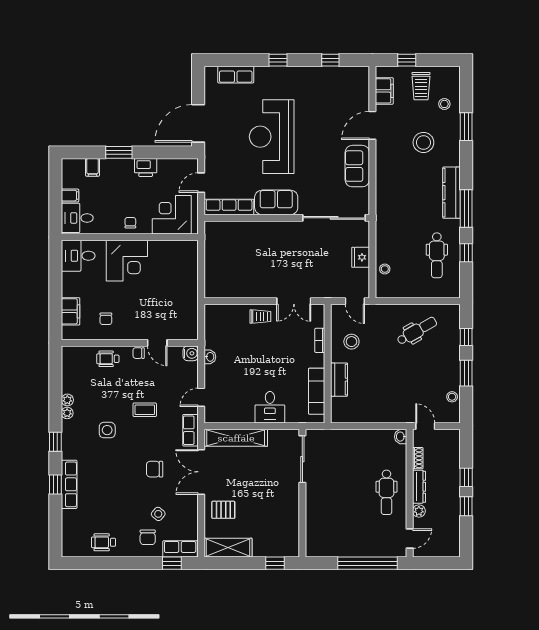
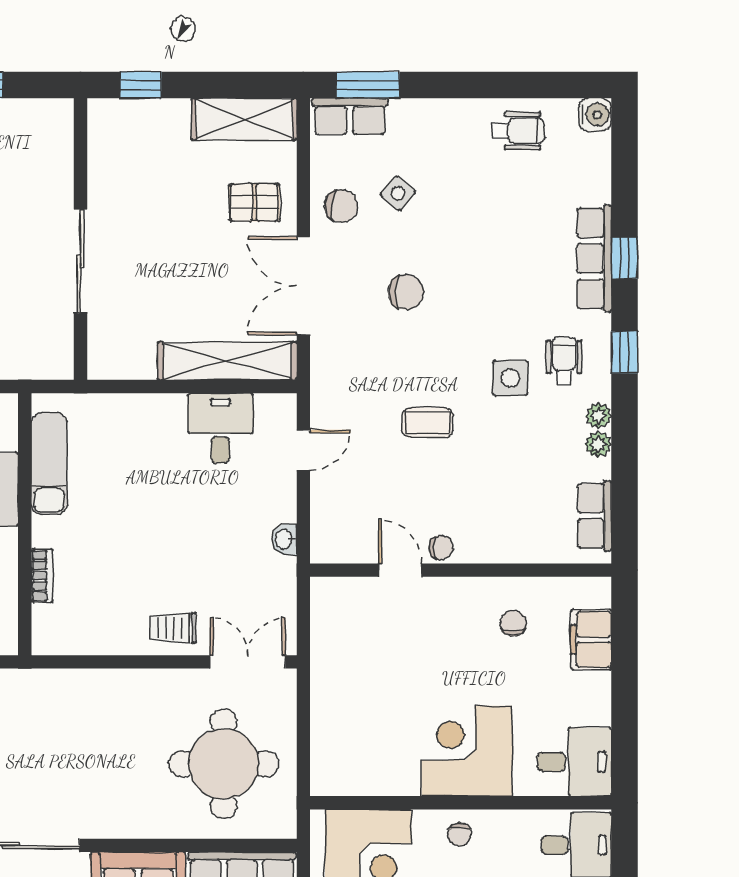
round table: (237, 255) -> (224, 764), added
double door: (294, 301) -> (248, 662), moved
water cooler: (191, 353) -> (595, 115), moved, turned 180
wheelchair: (108, 359) -> (564, 361), moved, turned -90
desk: (270, 407) -> (220, 428), moved
row of seats: (191, 430) -> (595, 516), moved, turned 180
sliding door: (302, 459) -> (80, 261), moved
double door: (201, 472) -> (303, 286), swing flipped
chair: (148, 537) -> (341, 206), moved, turned 96
window: (172, 563) -> (368, 85), width x1.50

